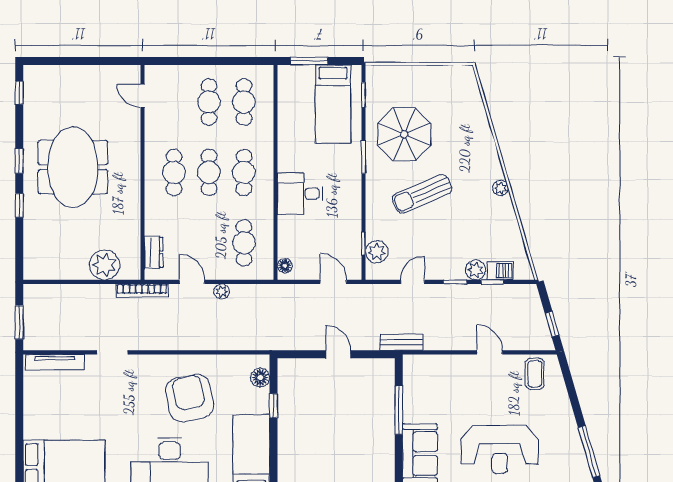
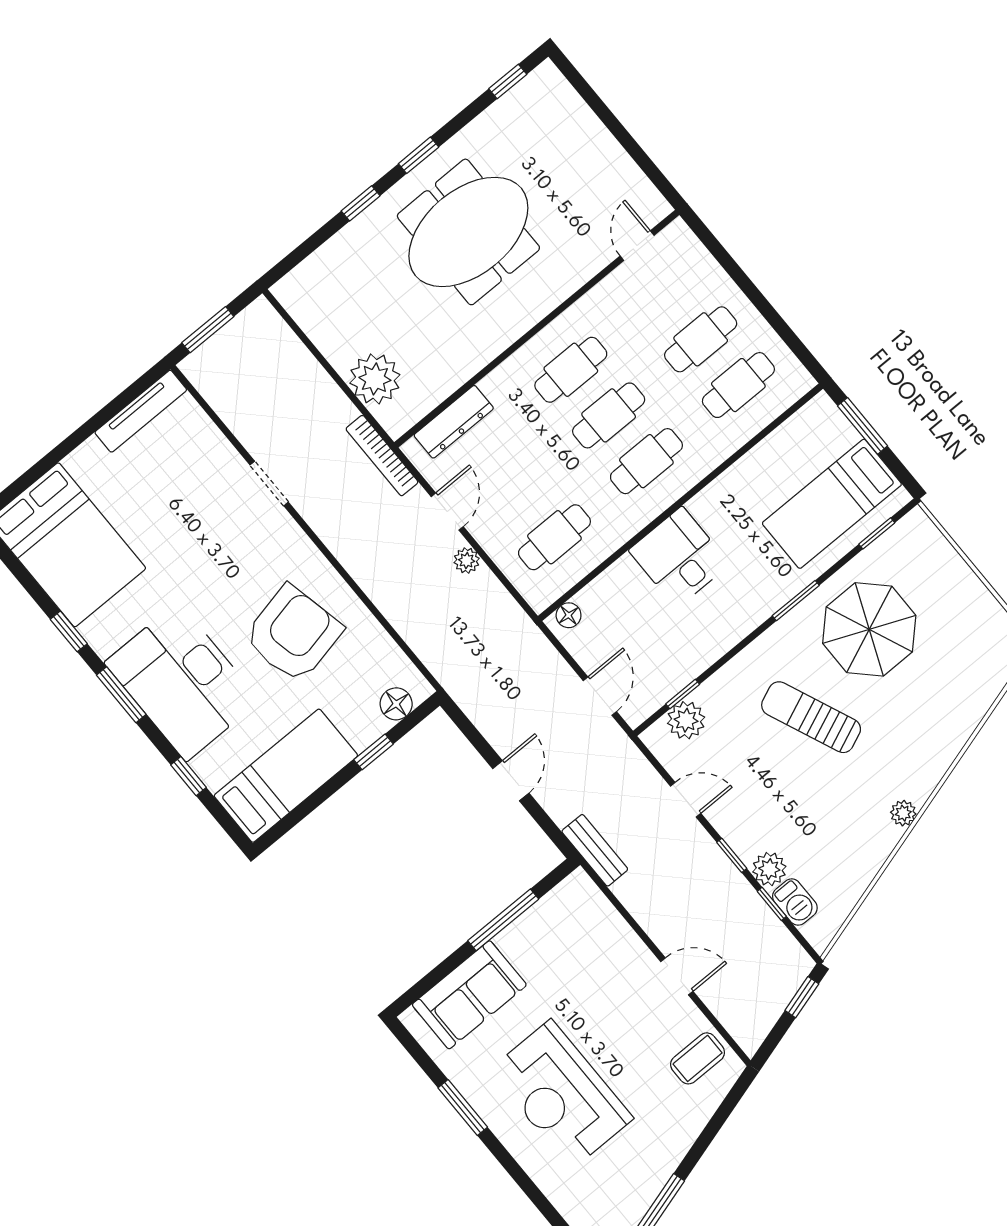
dresser: (154, 252) -> (454, 422), width x1.44
window: (552, 324) -> (802, 997), moved
door: (490, 352) -> (677, 976), hinge flipped
tv unit: (55, 362) -> (141, 411), moved, turned -90

